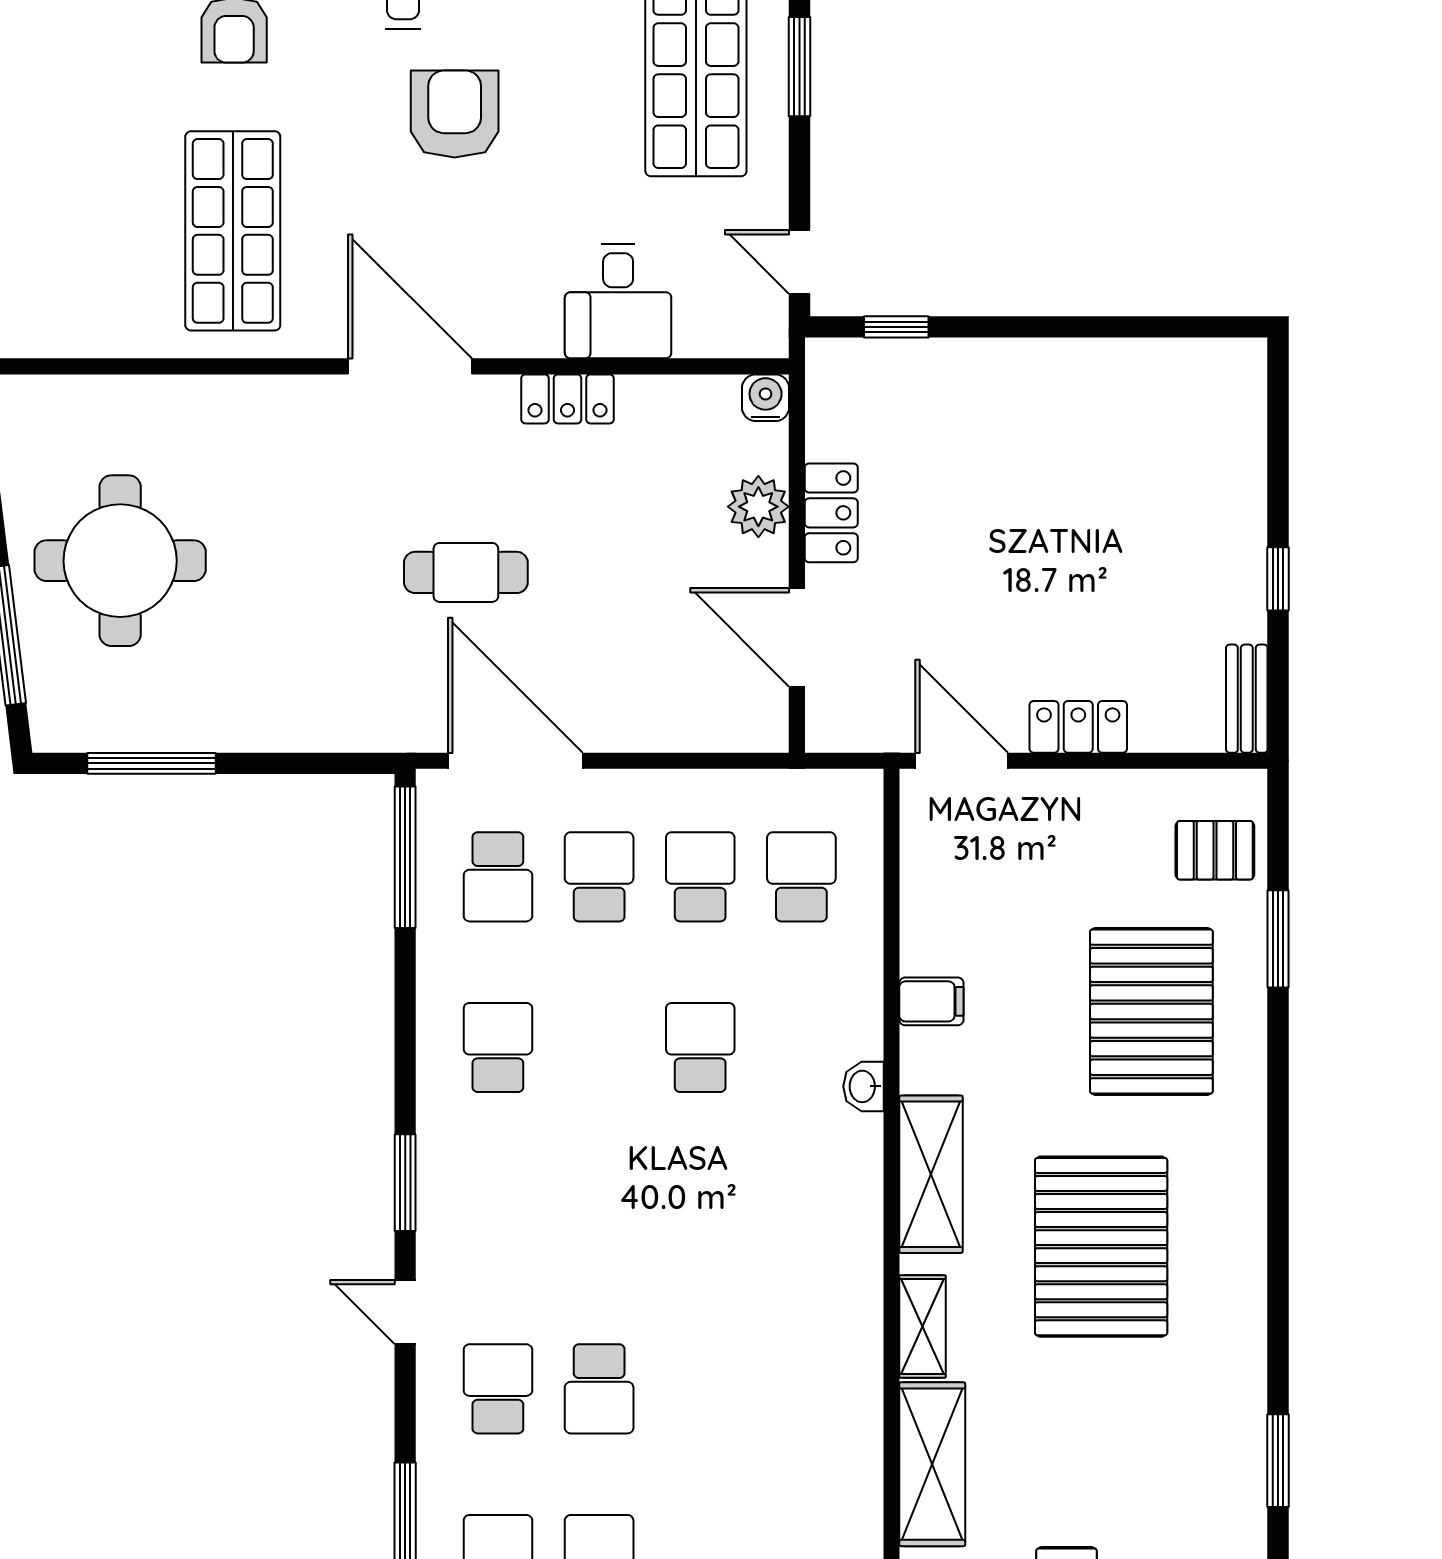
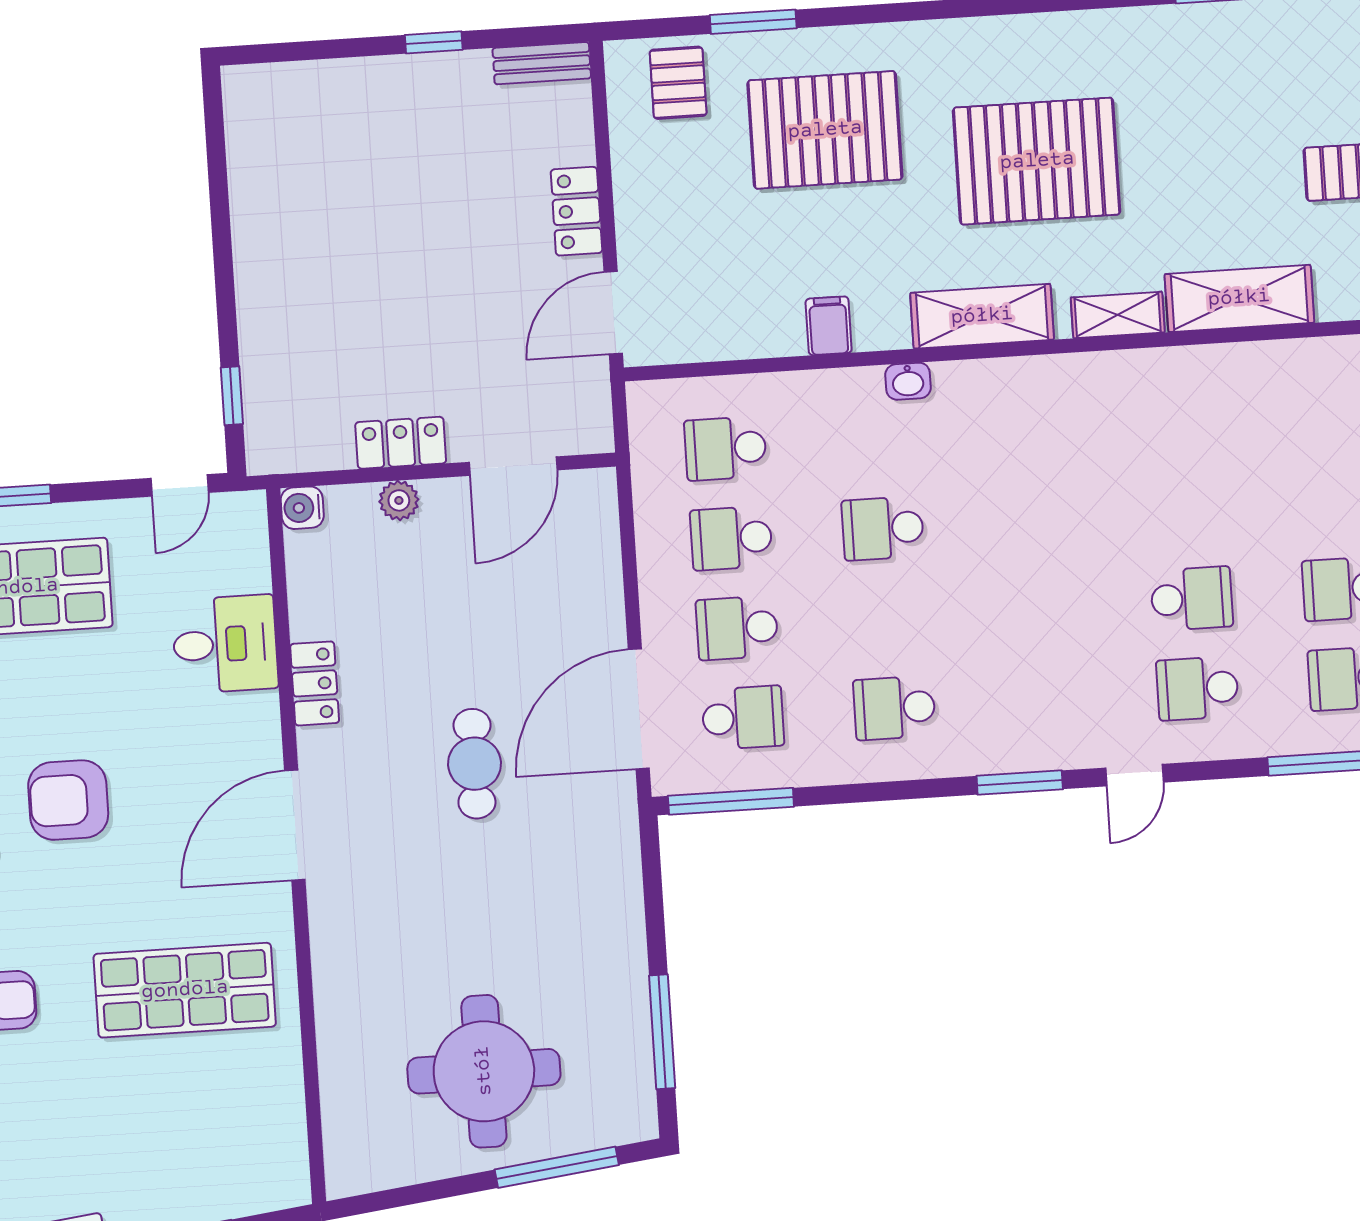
plant: (758, 507) -> (399, 500), width x0.73, depth x0.73

